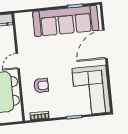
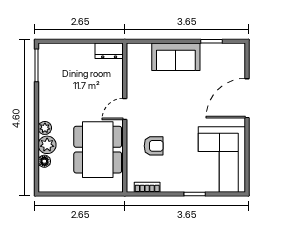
sofa: (66, 21) -> (176, 57), width x0.54, depth x0.79

